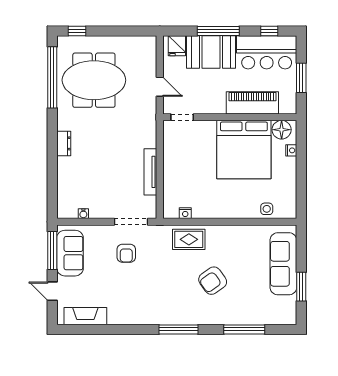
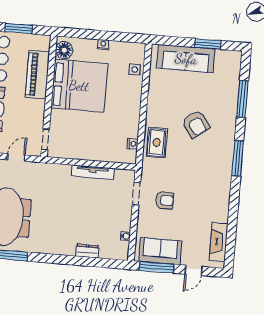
dresser: (64, 143) -> (87, 251), moved
nightstand: (291, 150) -> (103, 45), moved
doorway: (131, 222) -> (136, 194), width x0.73

